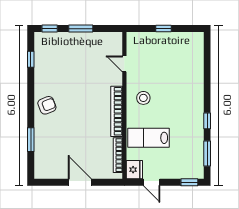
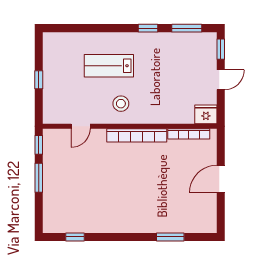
window: (50, 29) -> (39, 145), moved
armchair: (47, 105) -> (130, 218), removed
lab bench: (149, 138) -> (109, 66), moved, turned 90
door: (152, 182) -> (221, 80), moved

